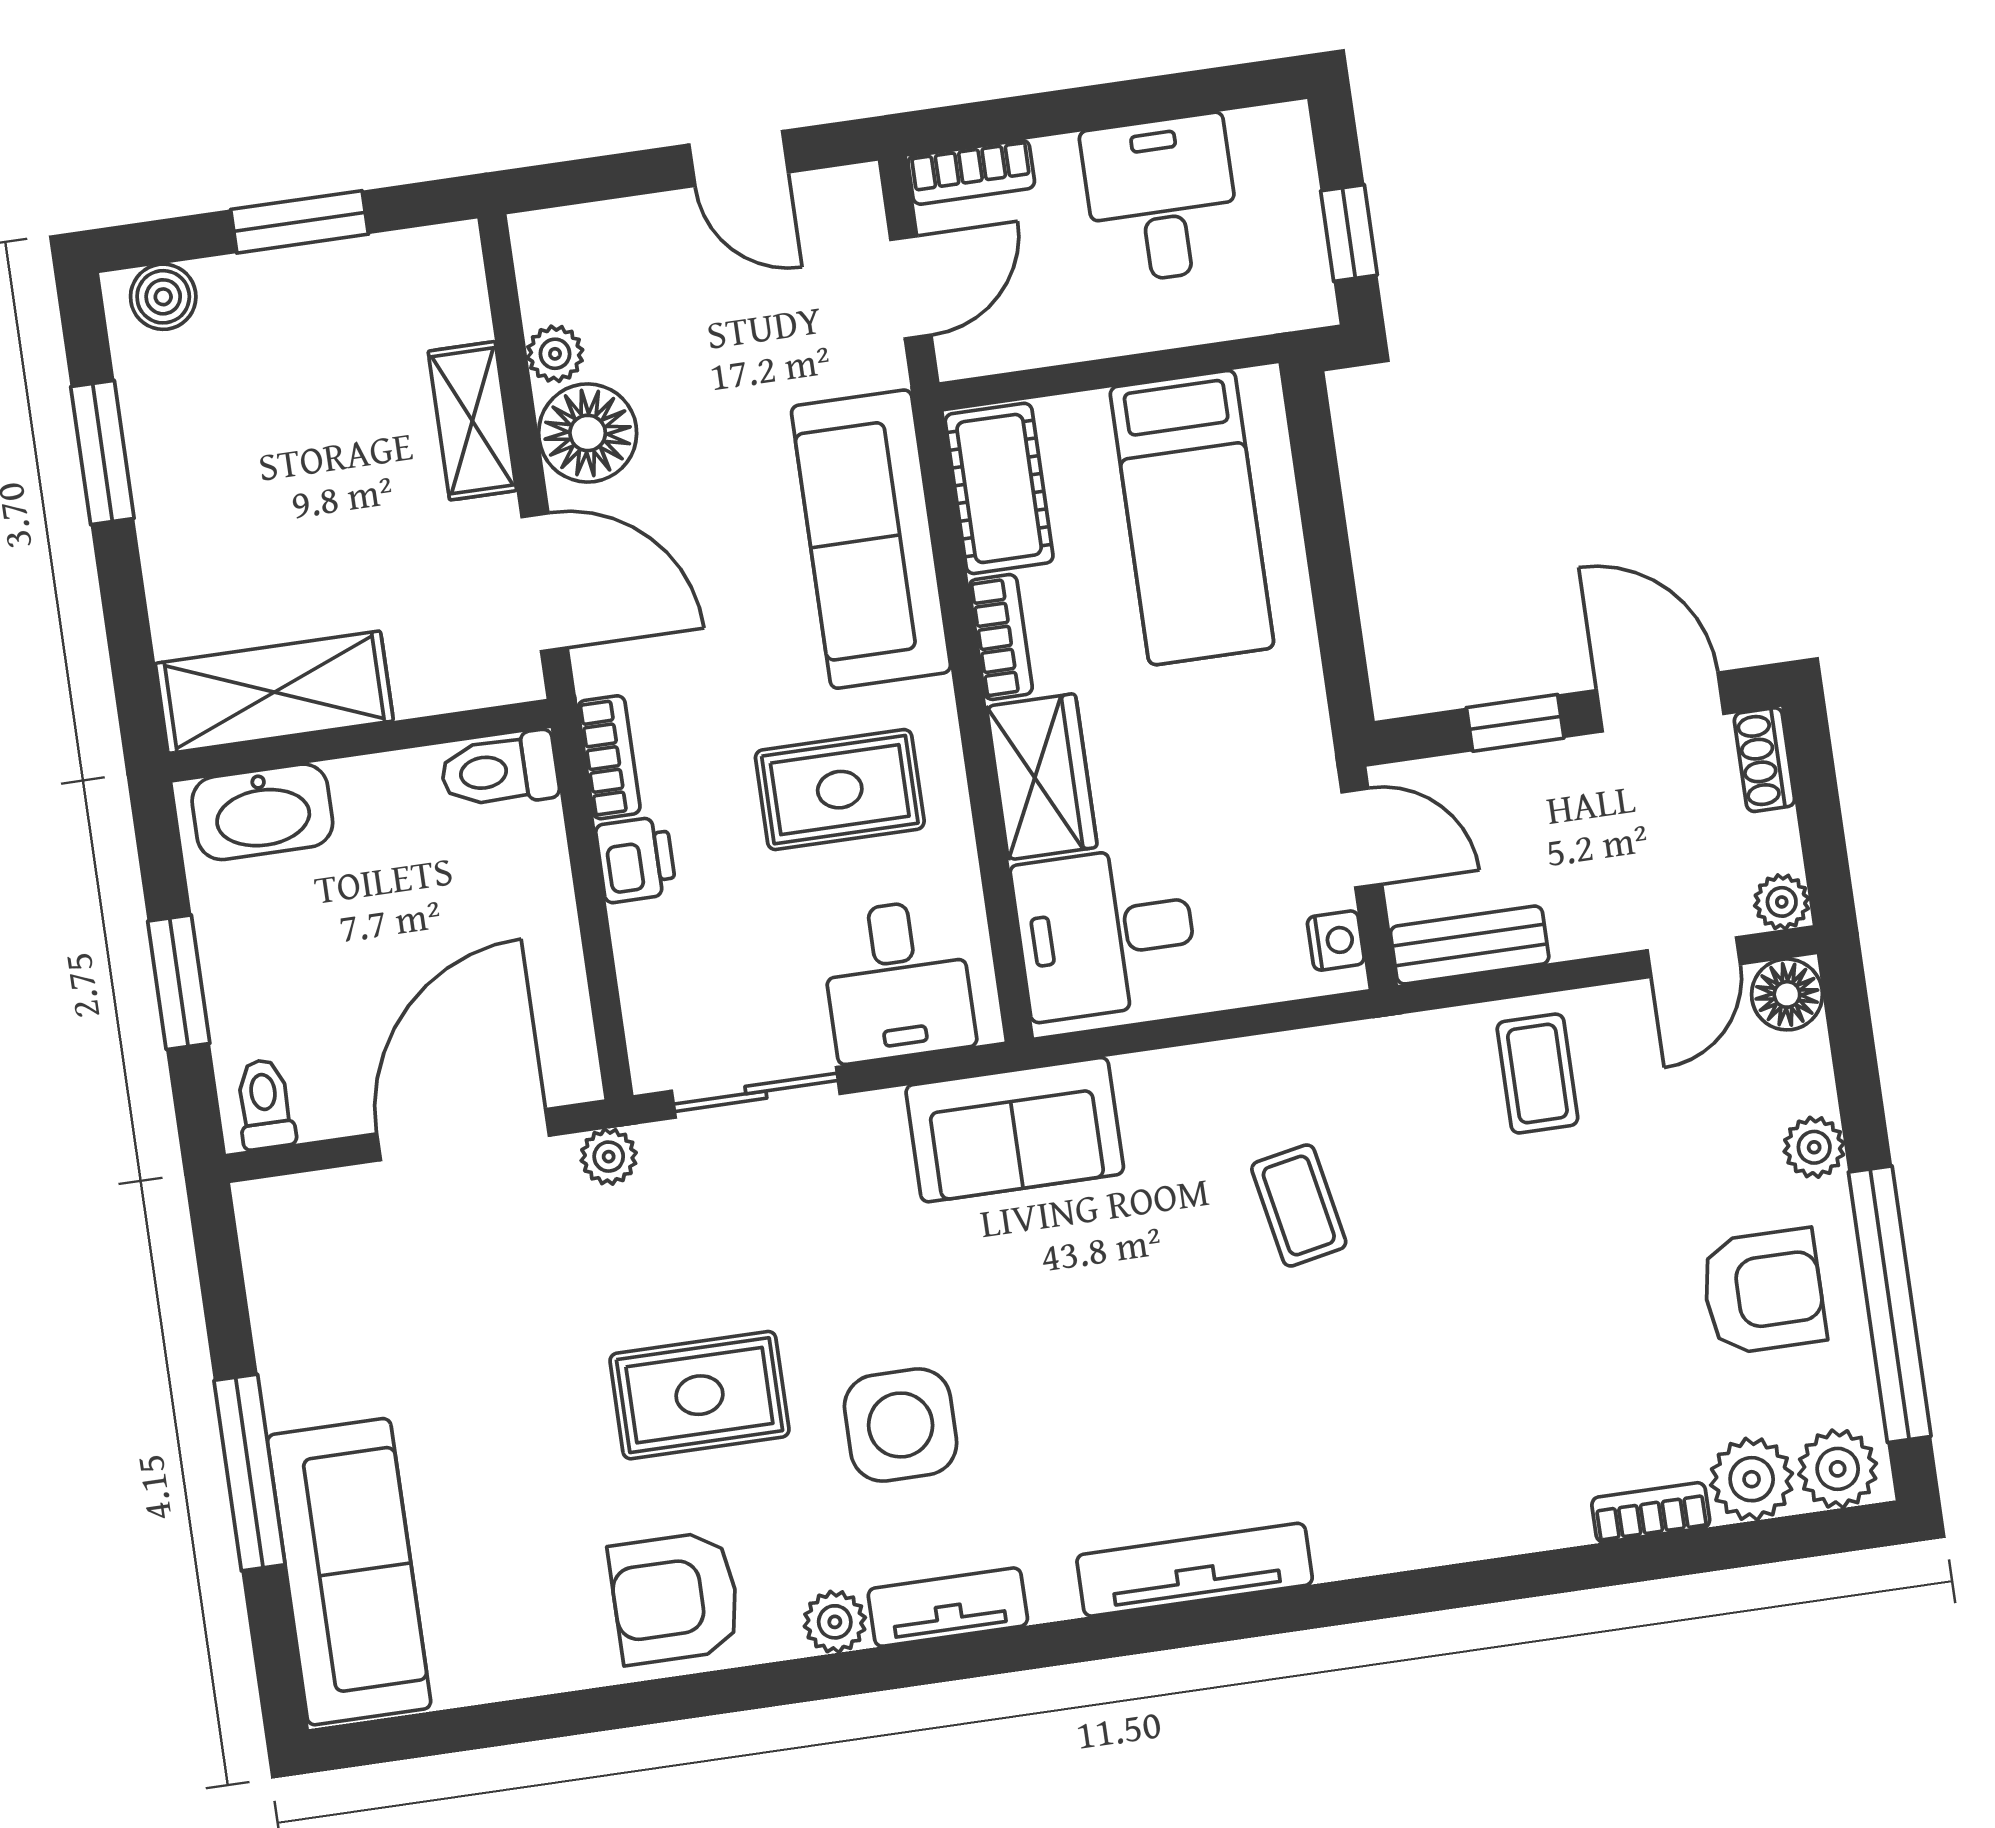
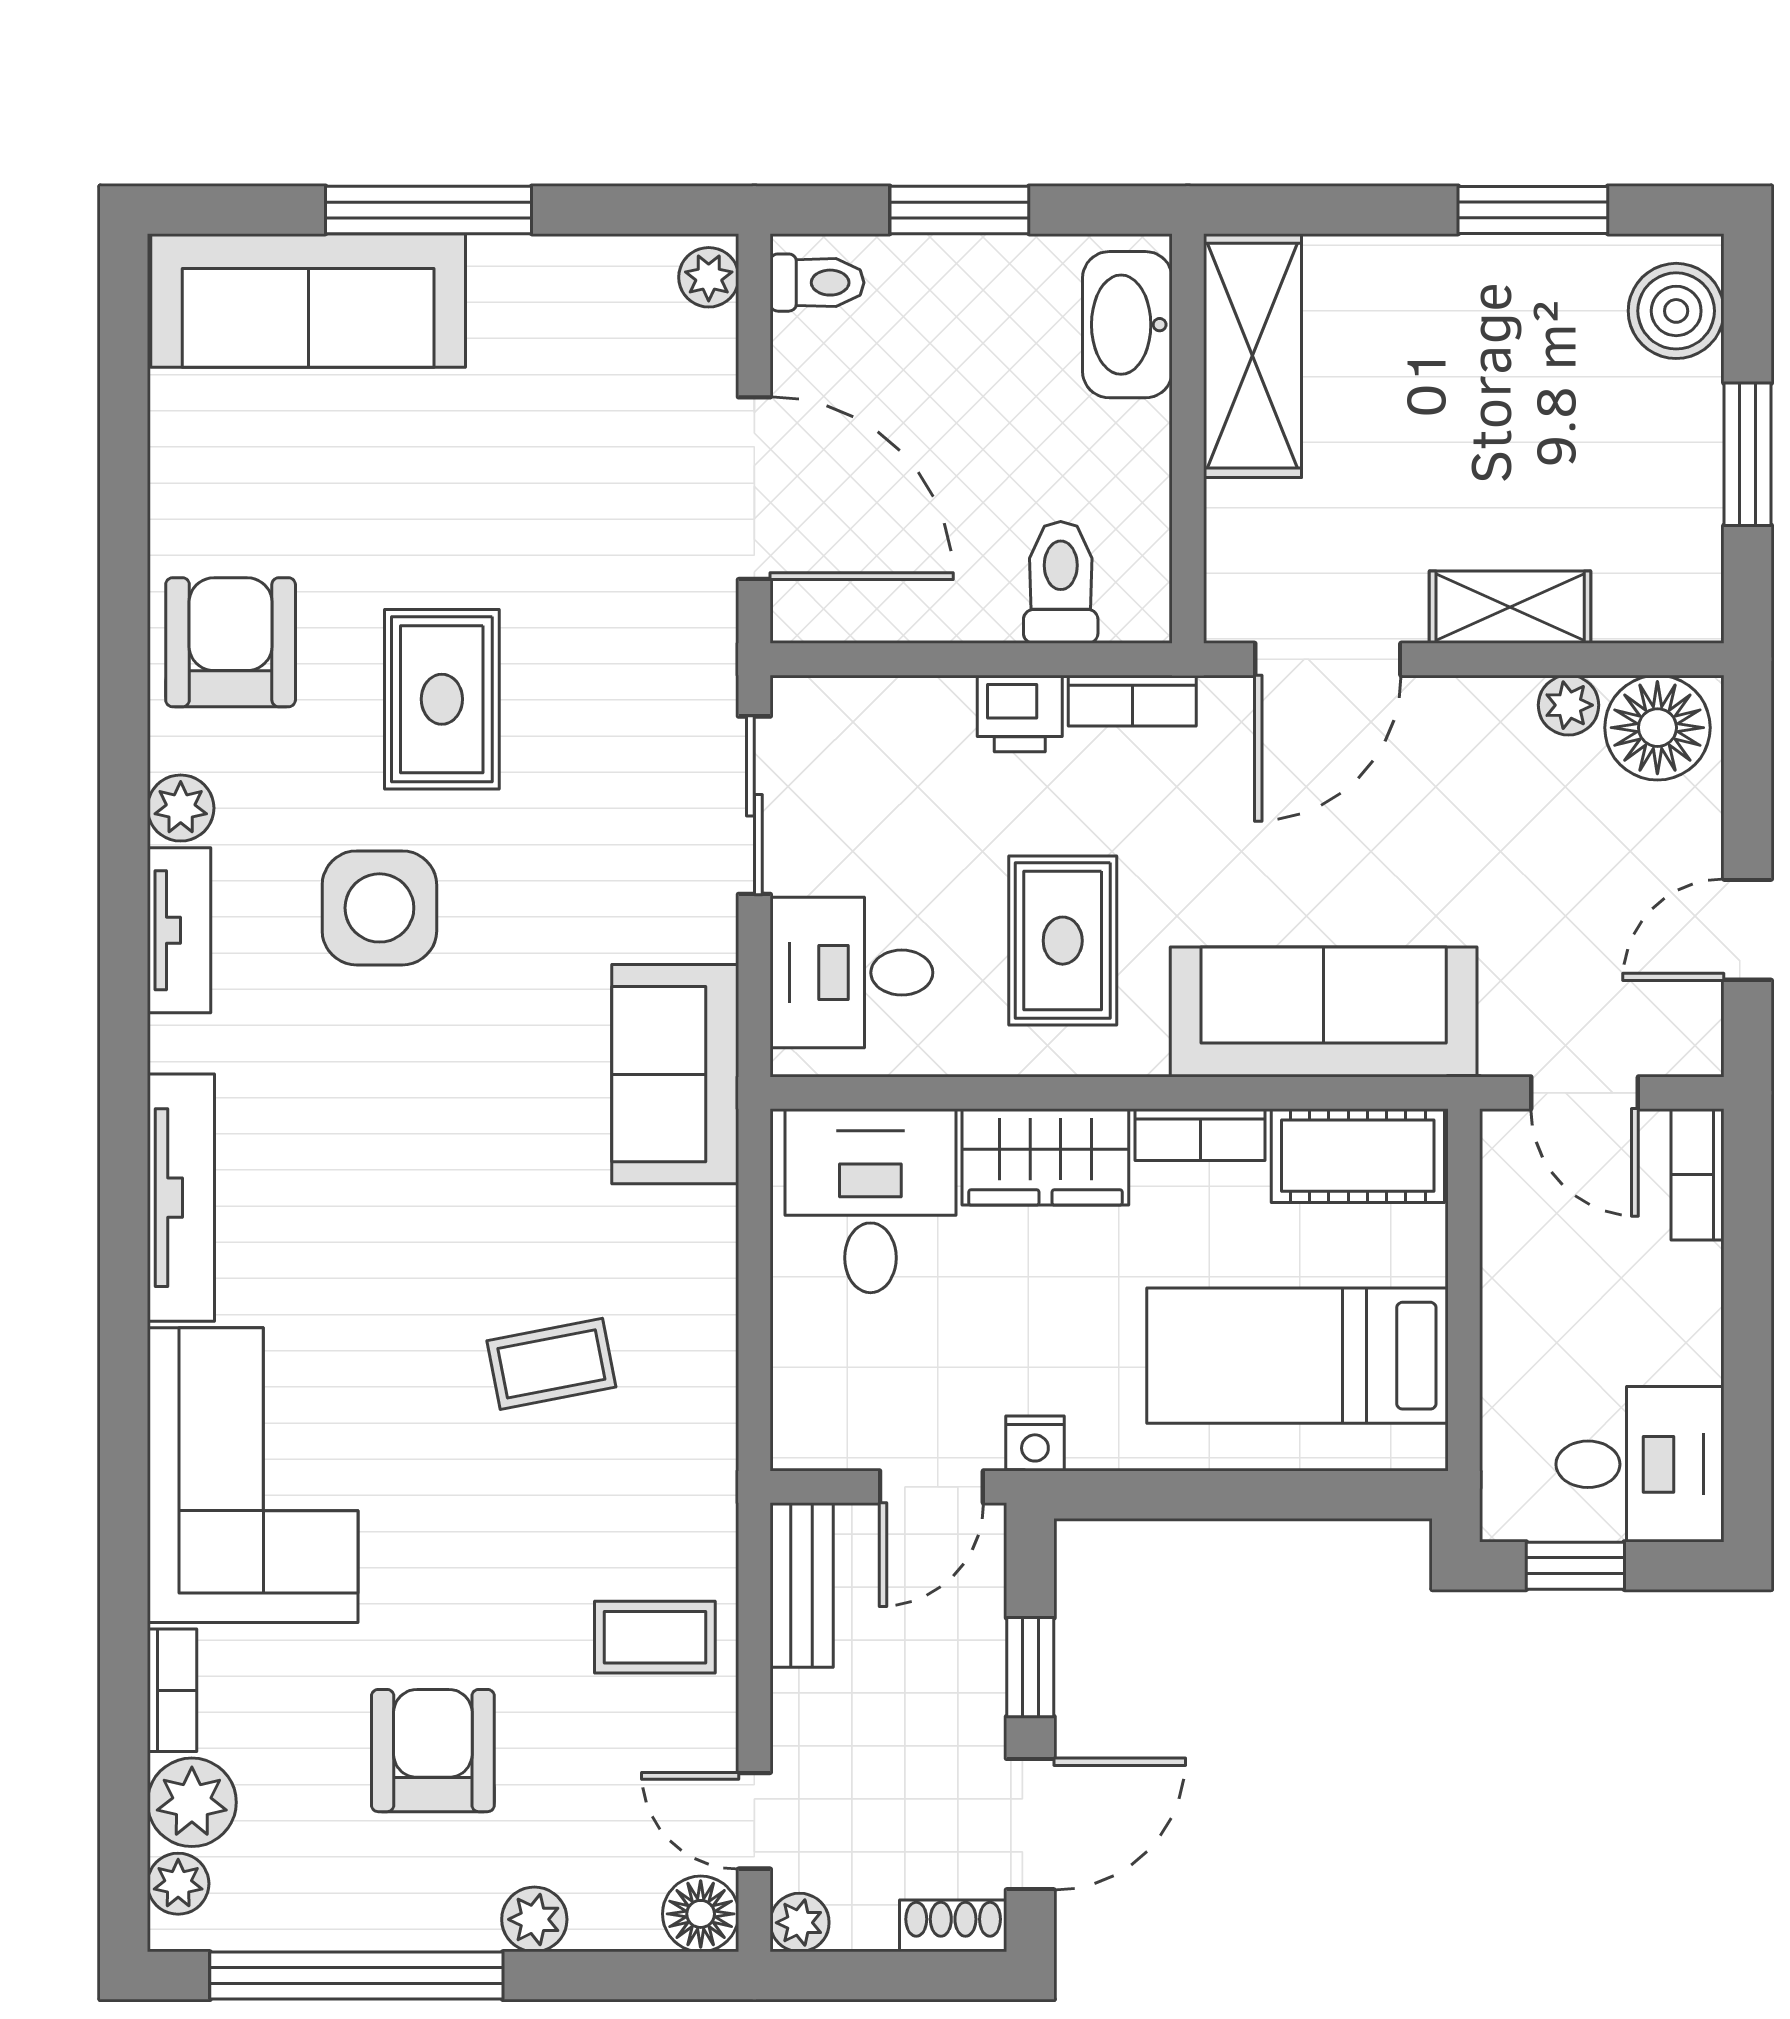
desk: (1161, 199) -> (1640, 1464), moved
boiler: (163, 297) -> (1676, 311), width x1.36, depth x1.36
floor lamp: (588, 433) -> (1657, 728), moved
toilet: (499, 770) -> (1061, 582), moved
nightstand: (1336, 941) -> (1035, 1444), moved
plant: (609, 1157) -> (709, 277), moved
armchair: (1763, 1291) -> (433, 1751), moved, turned 180
corner sofa: (1441, 1467) -> (253, 1475), added
plant: (1838, 1469) -> (178, 1884), width x0.73, depth x0.73

